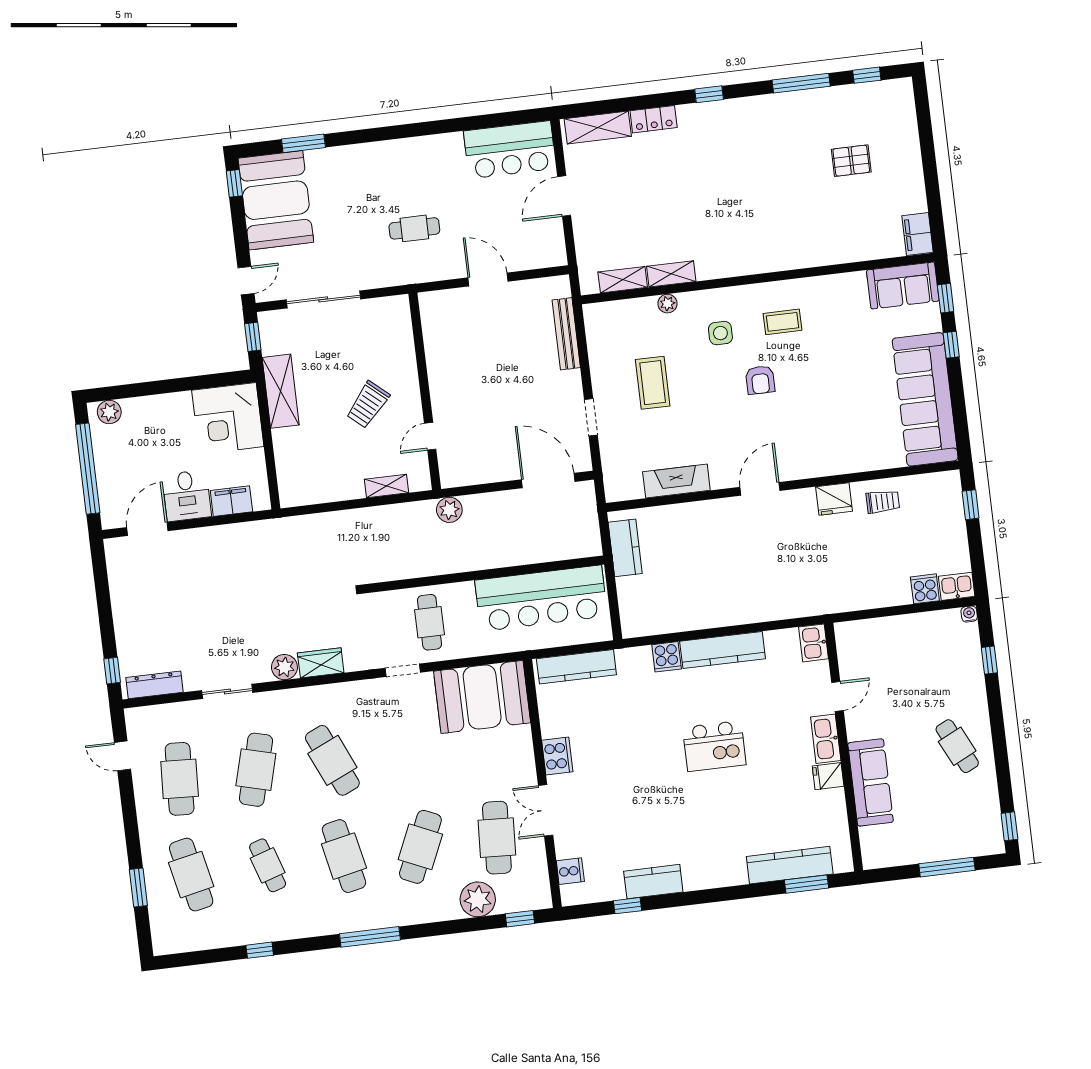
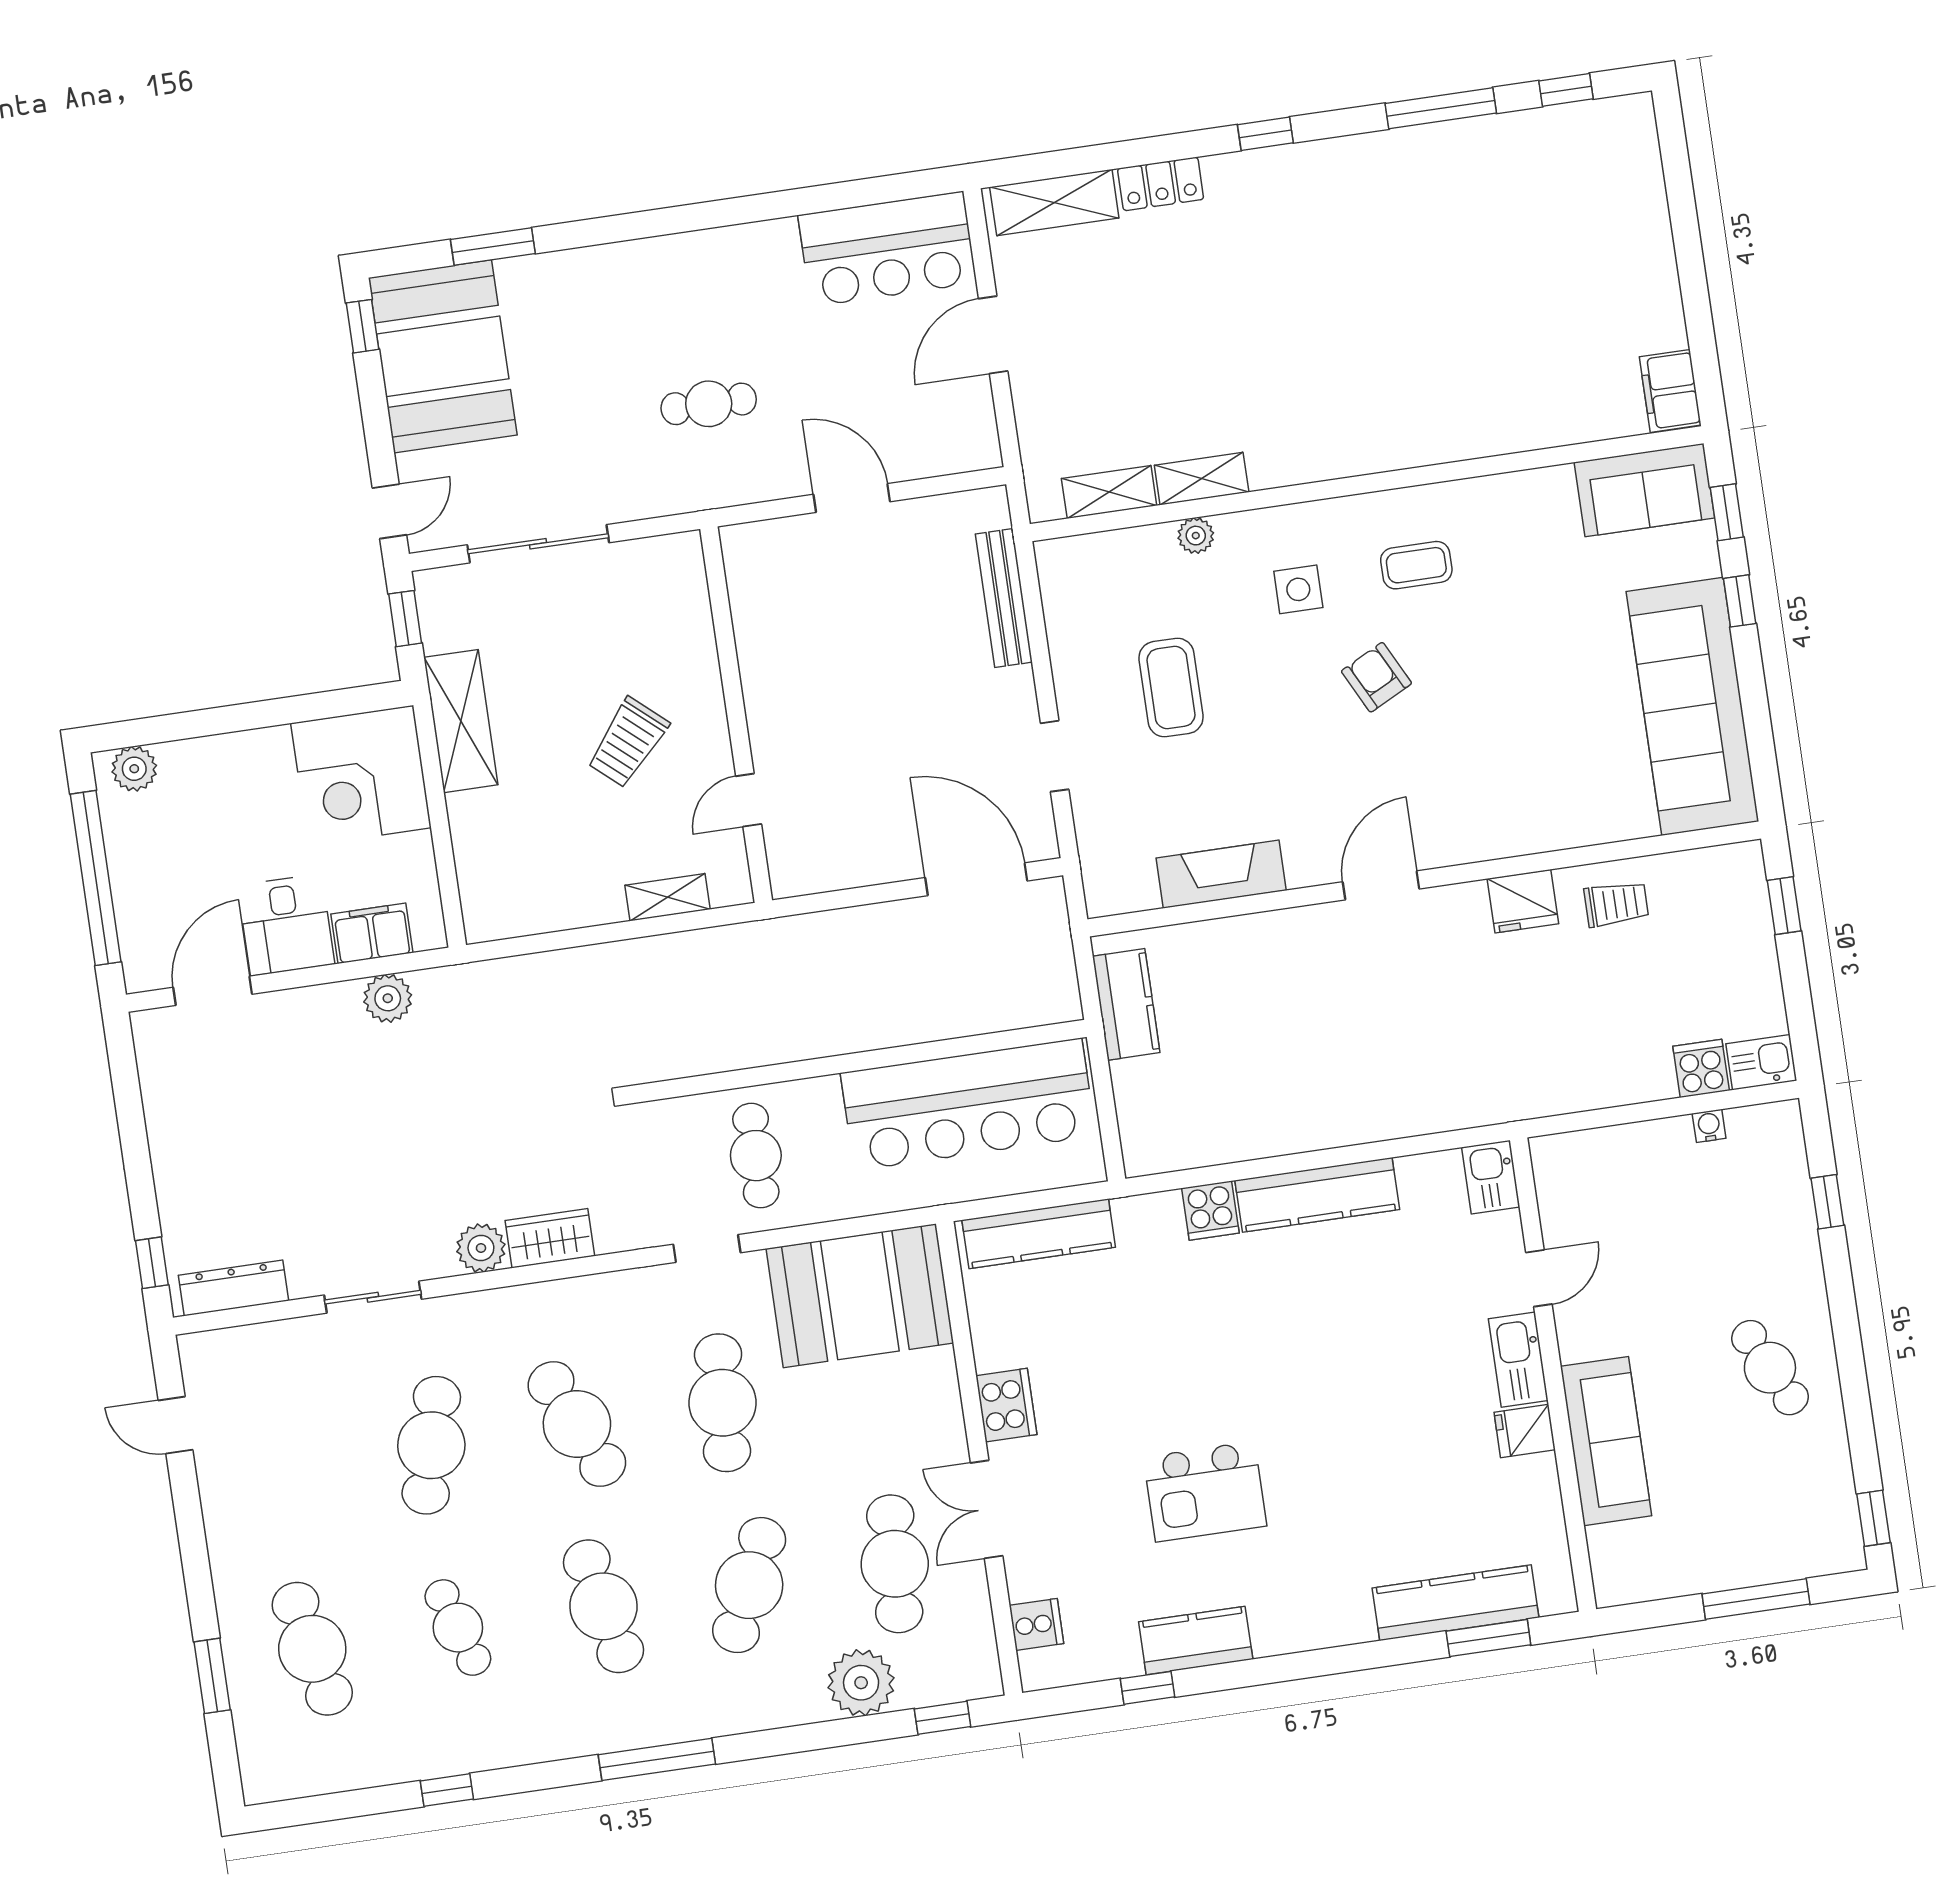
pallet: (851, 161) -> (1540, 254), removed
armchair: (760, 380) -> (1376, 677), turned 153
plant: (449, 510) -> (388, 998), moved
water cooler: (969, 614) -> (1709, 1126), moved
kitchen island: (714, 746) -> (1205, 1492), moved
cafe table: (180, 779) -> (722, 1403), moved

